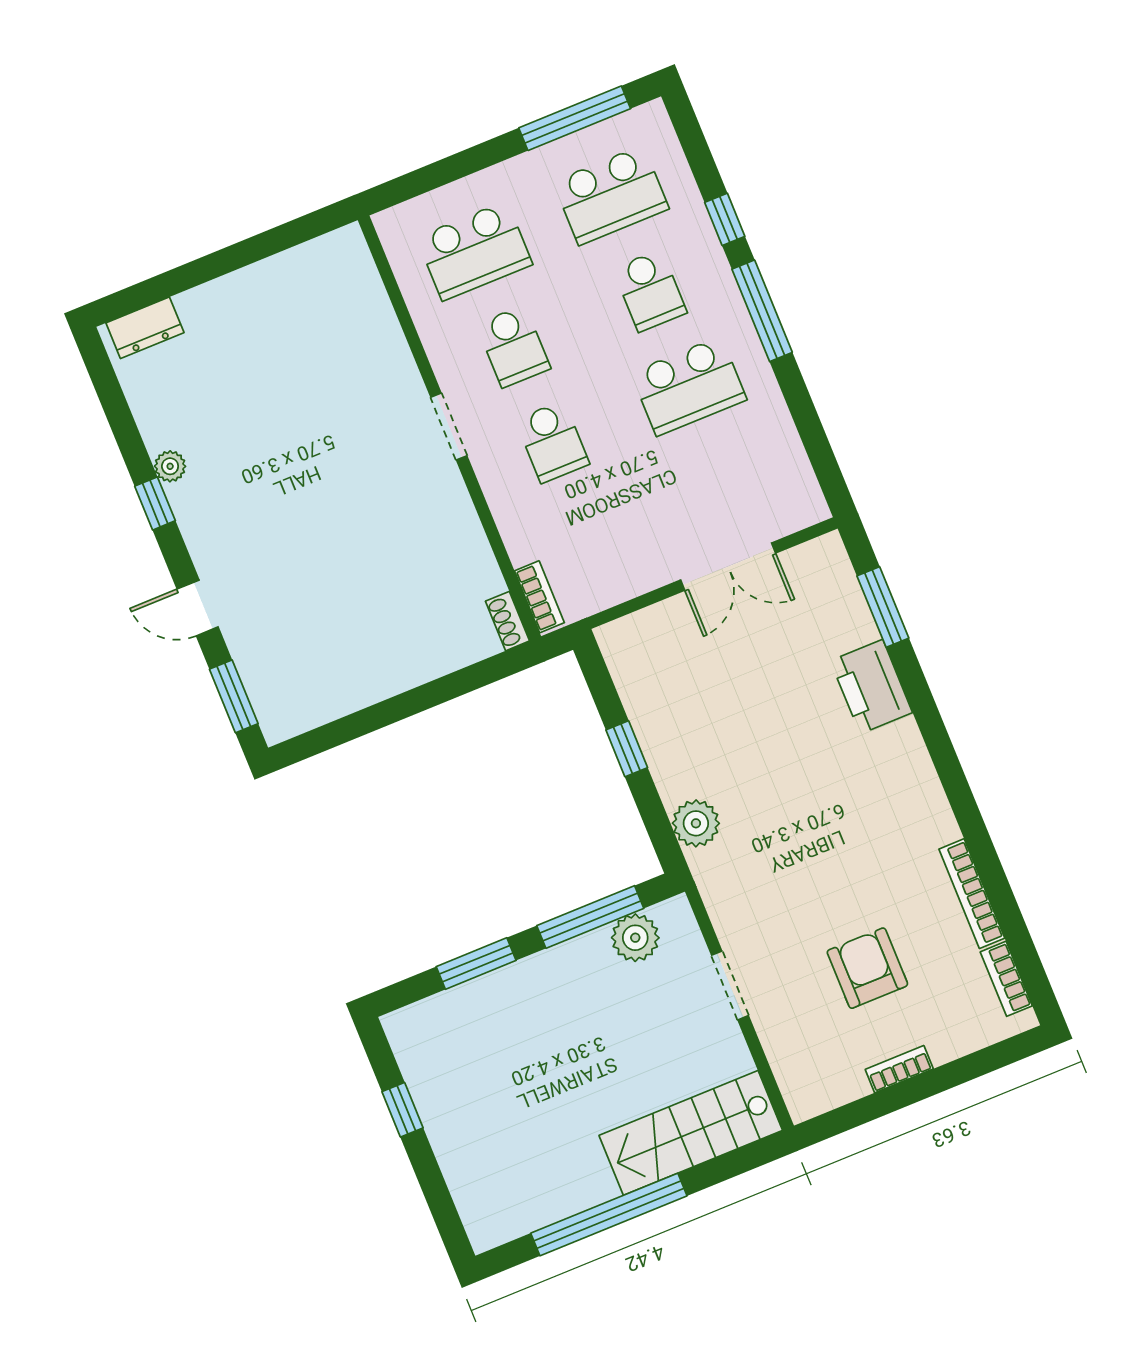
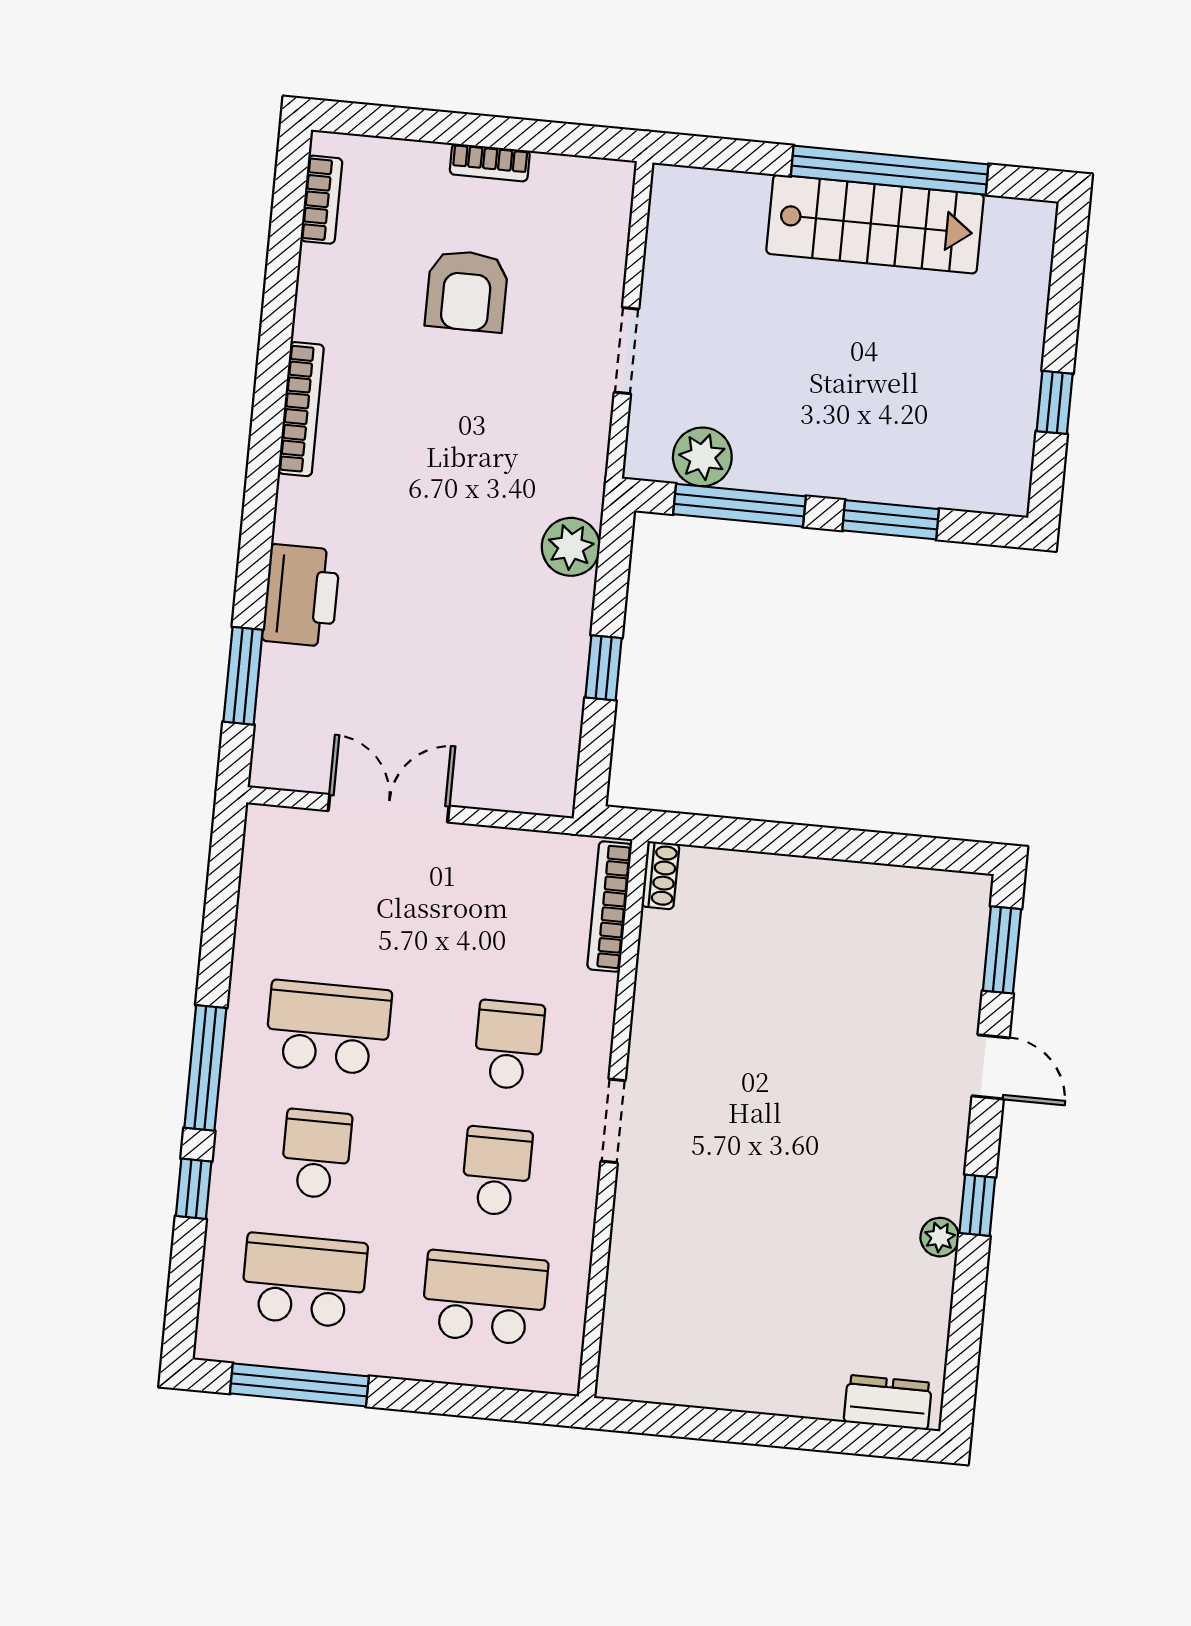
bookcase: (539, 597) -> (610, 907), width x1.56
bookcase: (972, 894) -> (301, 409), moved
stairs: (691, 1133) -> (875, 224), moved

